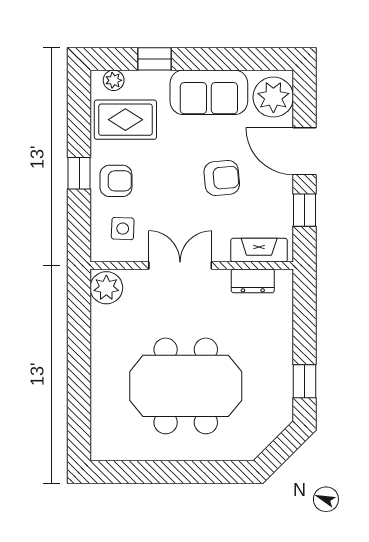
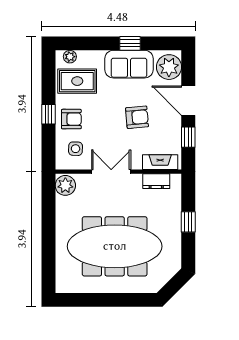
window: (155, 59) -> (130, 43), moved
window: (304, 381) -> (188, 222), moved
meeting table: (186, 386) -> (115, 246), width x1.36

